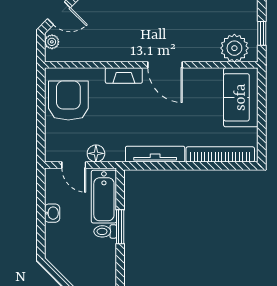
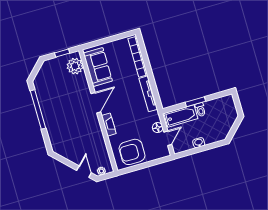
sofa: (241, 97) -> (98, 67), moved, turned -90

